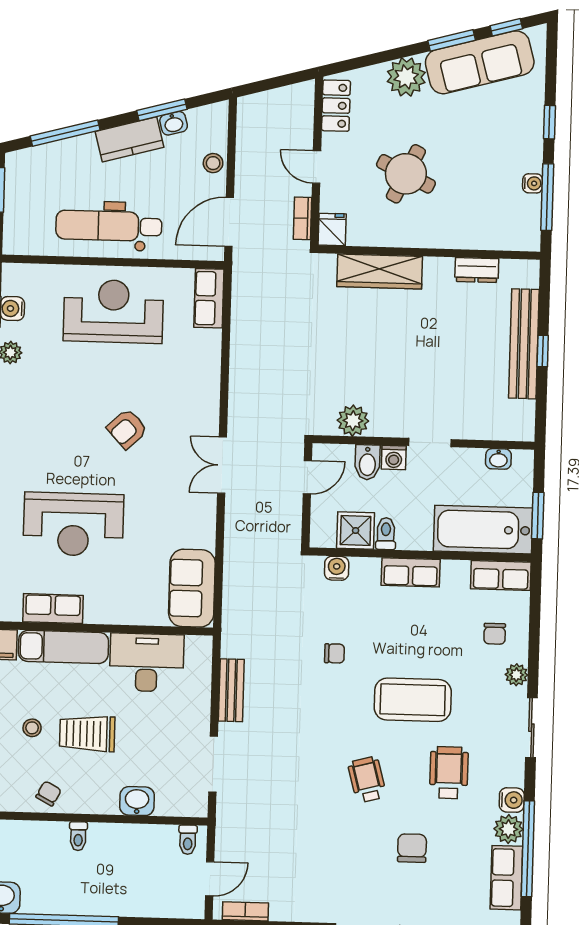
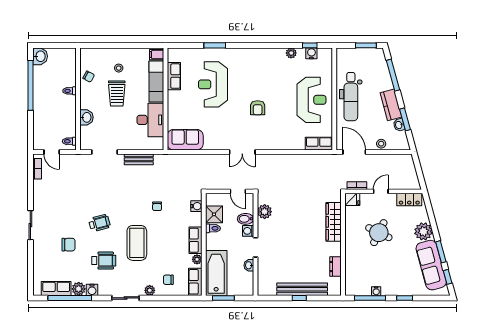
dental chair: (109, 226) -> (351, 97), turned 180
armchair: (127, 429) -> (258, 108), turned -137
washbasin: (498, 459) -> (249, 265), moved
double door: (222, 465) -> (242, 152), swing flipped
plant: (452, 570) -> (197, 259), added
trolley: (87, 734) -> (117, 93), turned 180

